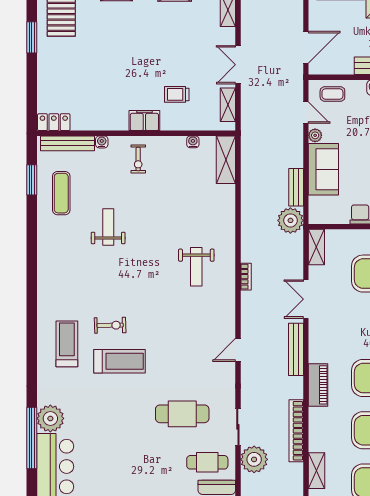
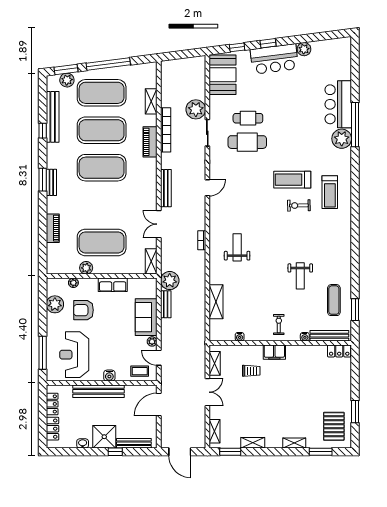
shelving: (226, 160) -> (216, 302), moved
double door: (306, 299) -> (159, 224), swing flipped
piano: (318, 385) -> (150, 142), moved
cafe table: (207, 462) -> (248, 118), moved

